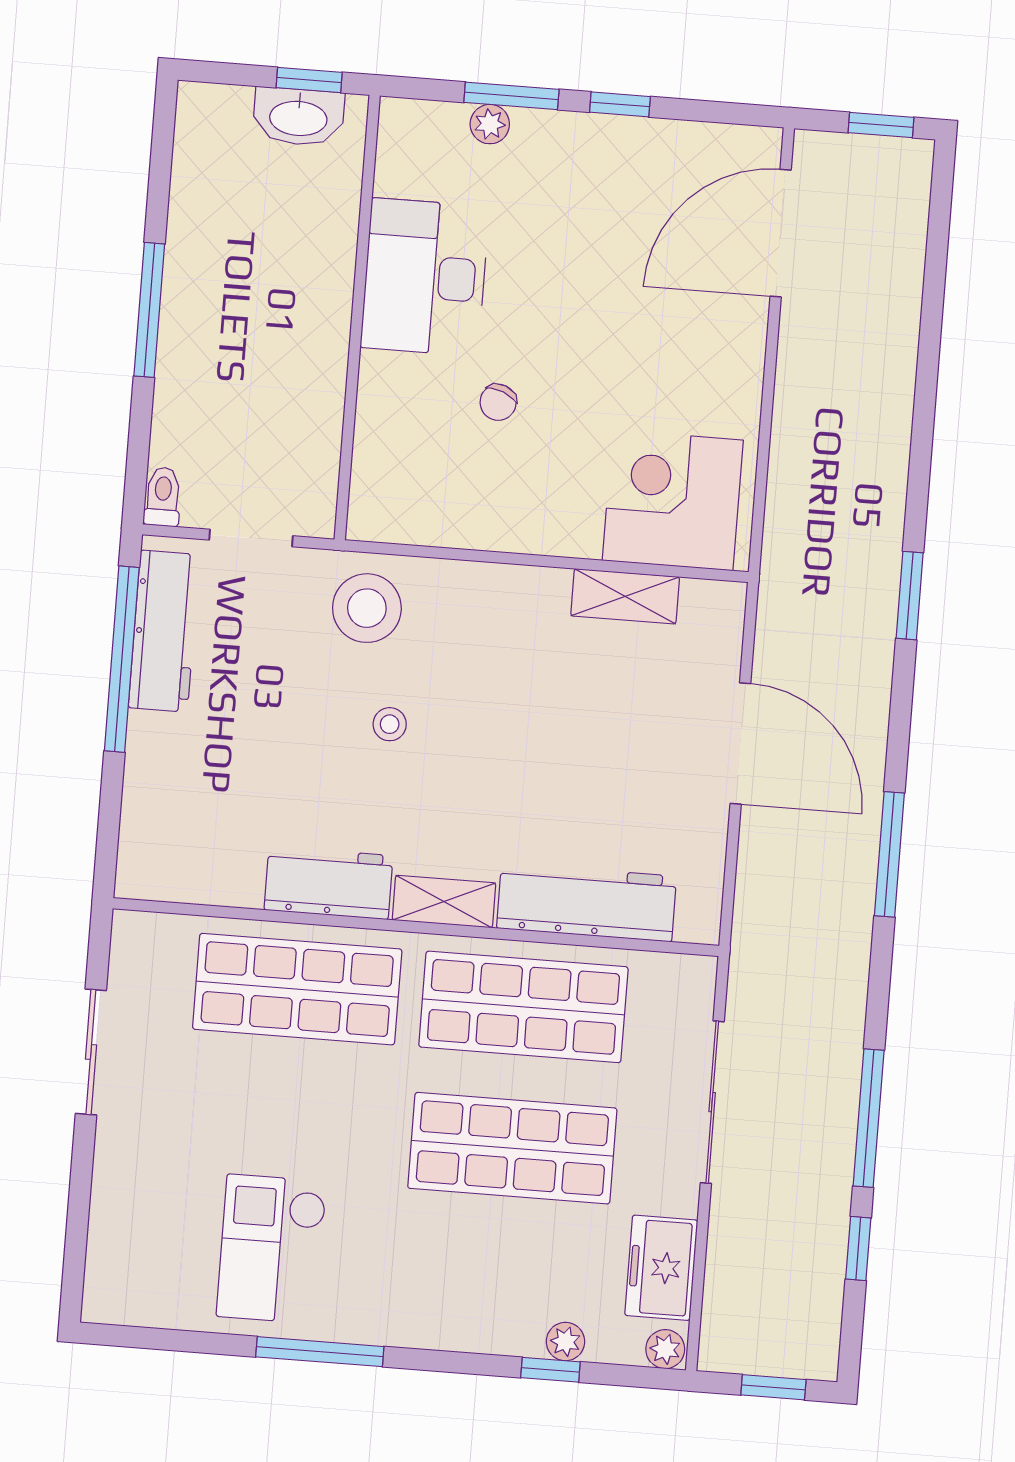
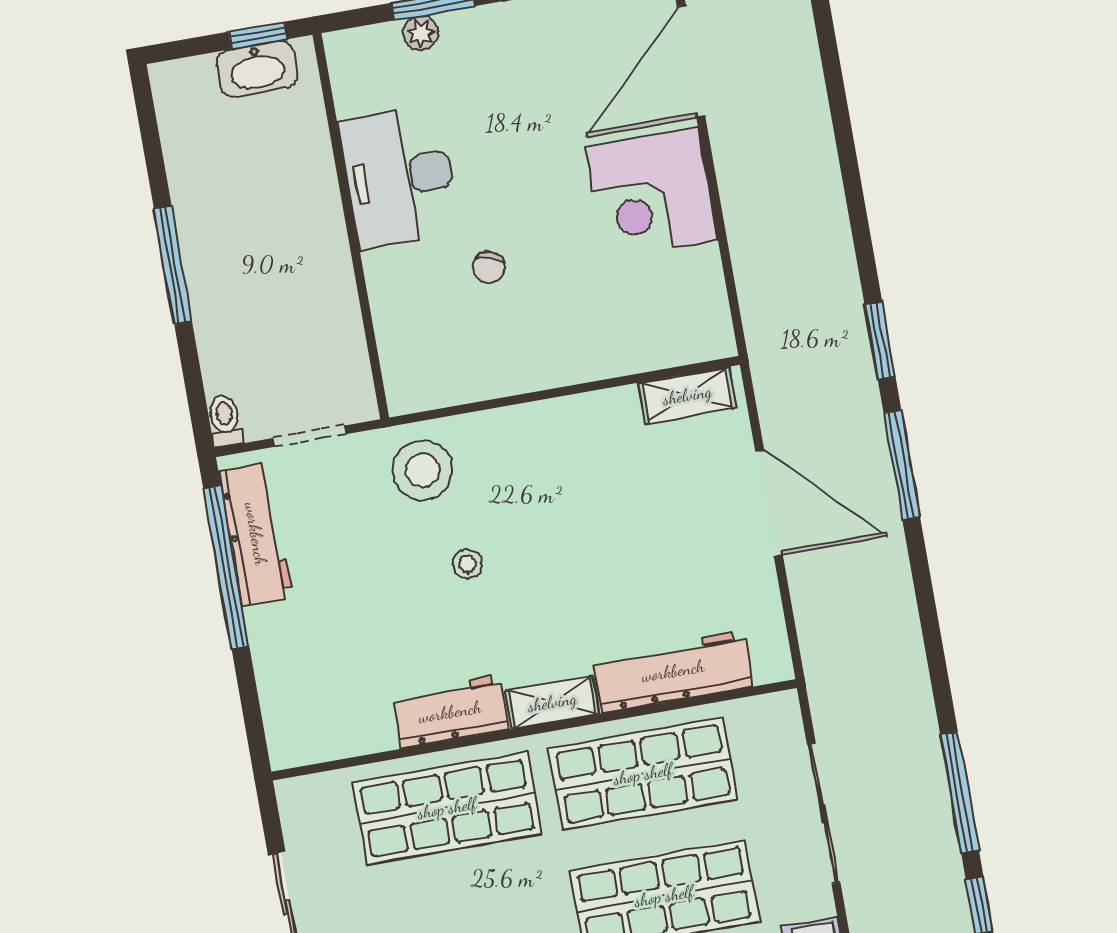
corner desk: (673, 500) -> (651, 193), moved, turned -90
shelving: (625, 596) -> (687, 395), moved
window: (889, 854) -> (902, 465), moved

